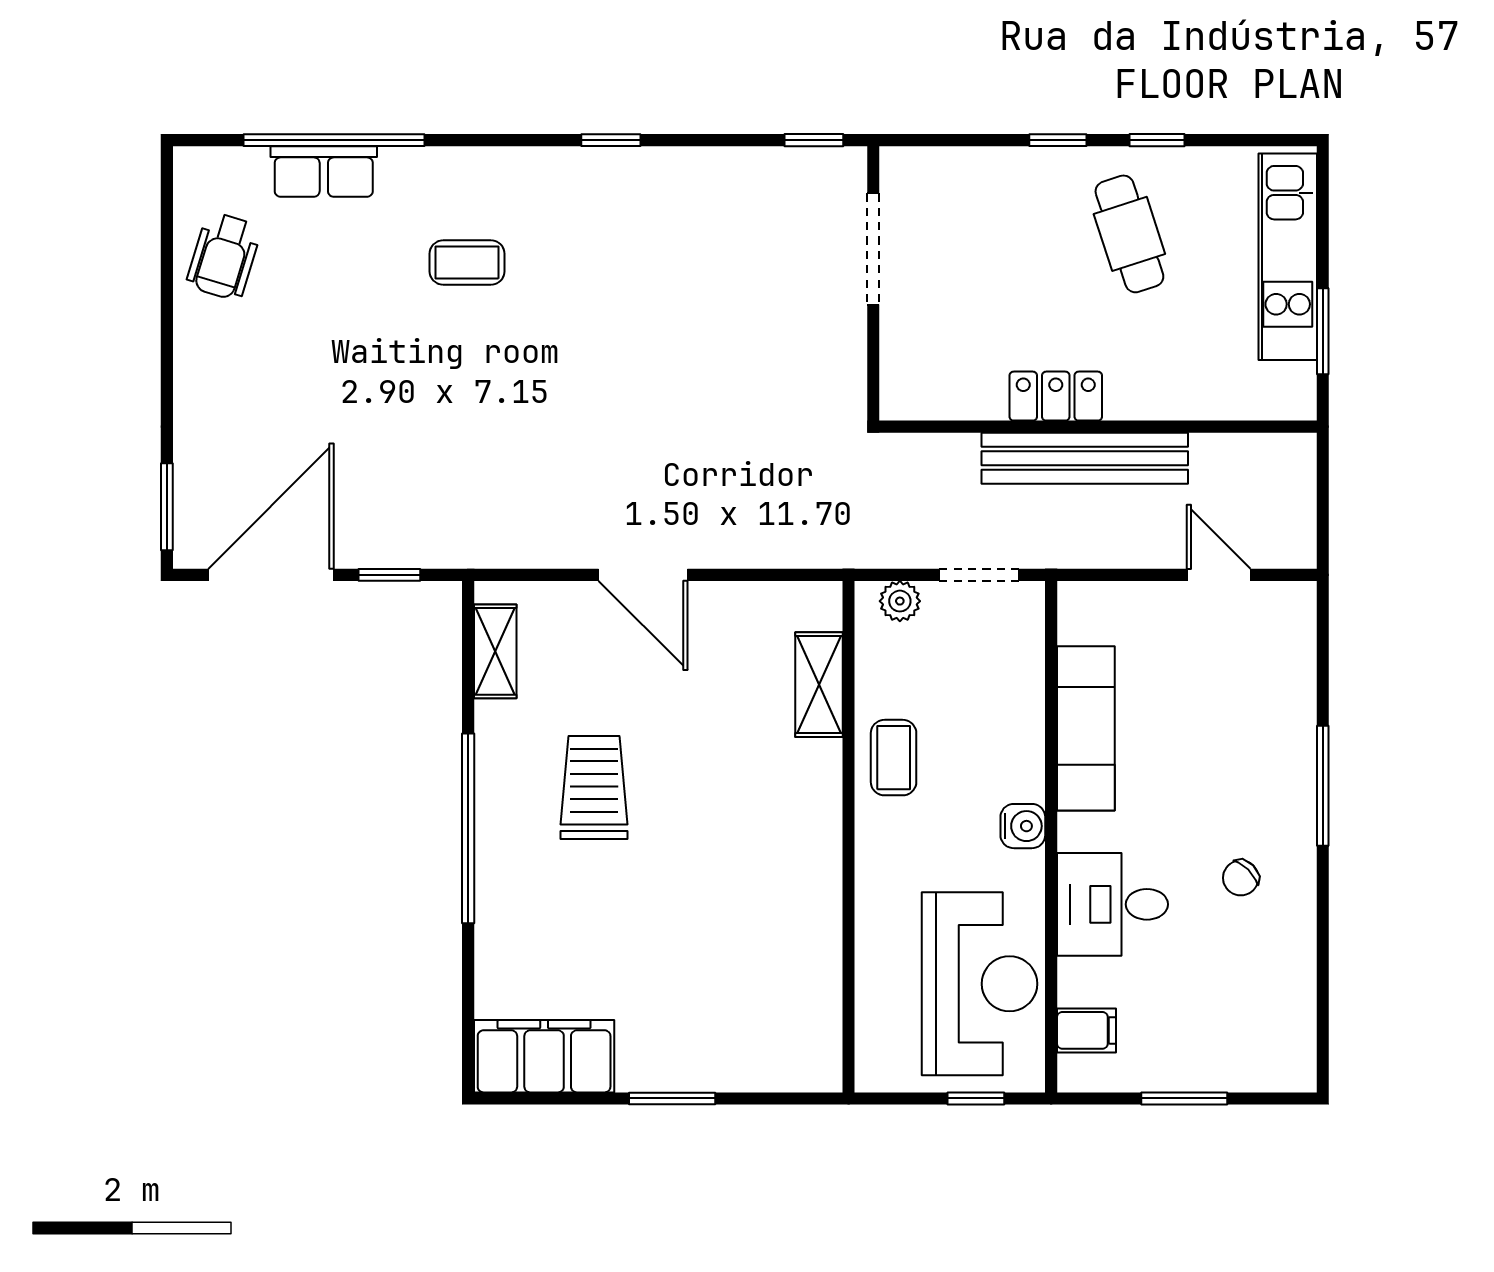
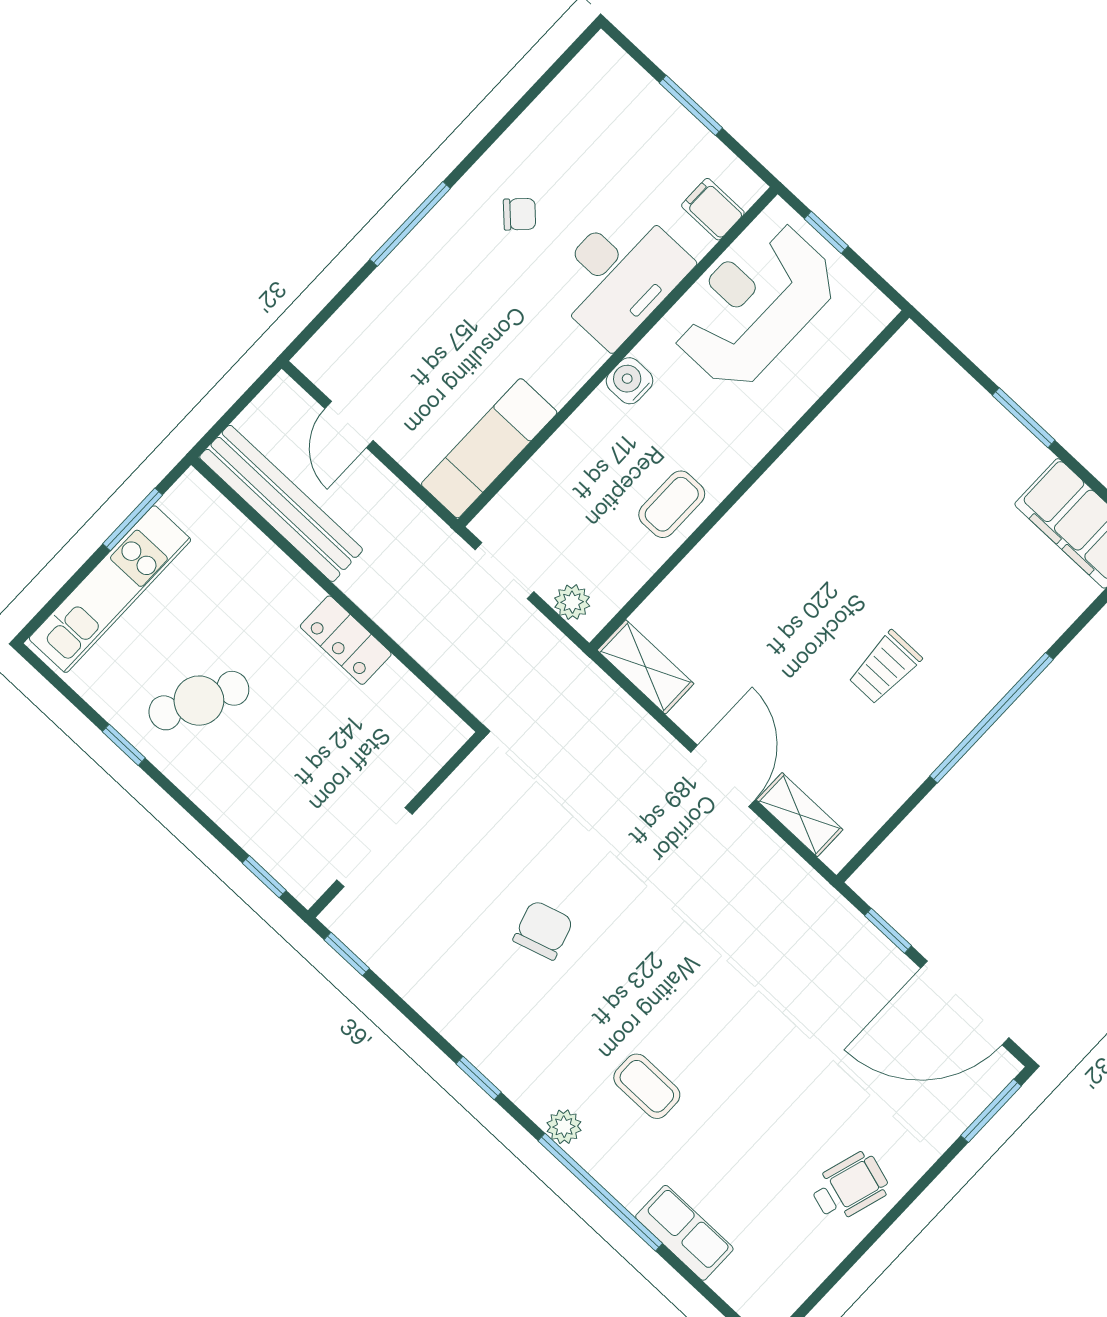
window: (334, 140) -> (600, 1192), moved
window: (1058, 140) -> (264, 877), moved
plant: (504, 166) -> (564, 1127), added
cafe table: (1129, 234) -> (199, 701), turned 45
wheelchair: (224, 256) -> (850, 1187), moved
chair: (672, 311) -> (543, 930), added
bench: (1085, 458) -> (281, 503), moved
shelving: (495, 651) -> (800, 815), moved, turned 90
shelving: (819, 685) -> (646, 667), moved, turned 90
exam couch: (1086, 728) -> (489, 448), moved
trolley: (594, 788) -> (885, 668), width x0.73, depth x0.72
desk: (1112, 904) -> (619, 275), width x1.37

